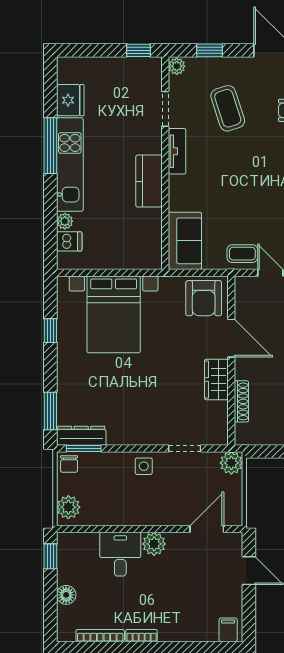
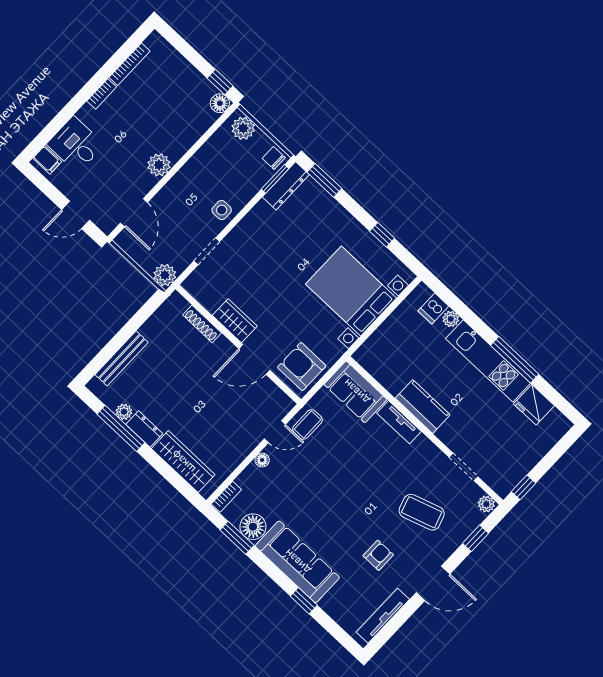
tv unit: (177, 151) -> (399, 422), moved
desk: (120, 554) -> (75, 144), moved, turned 180
floor lamp: (66, 595) -> (220, 103), moved

